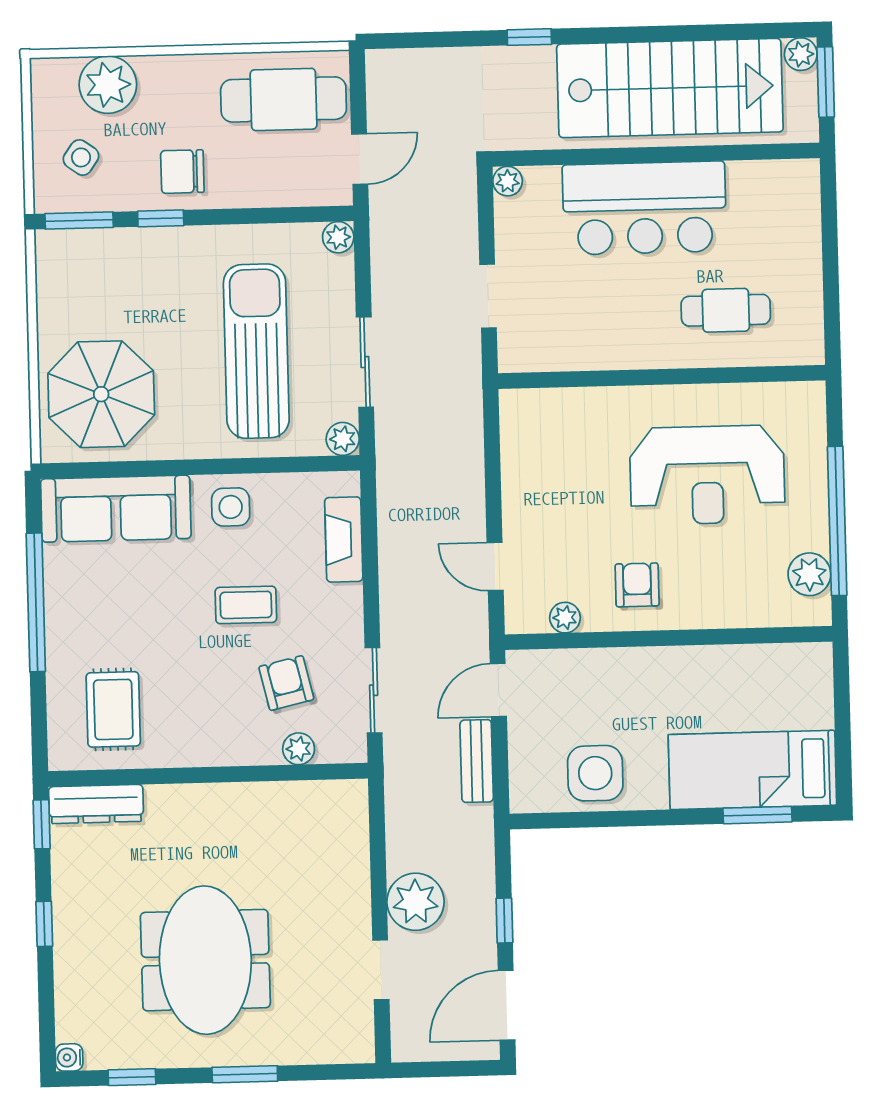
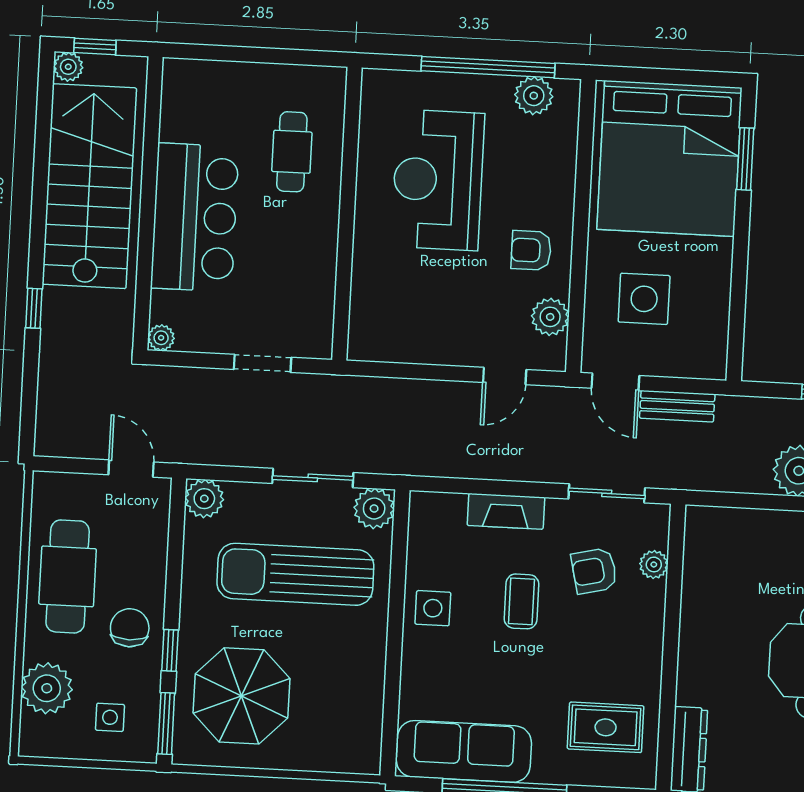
window: (826, 82) -> (95, 46), width x0.67
cafe table: (284, 99) -> (68, 576), moved
side table: (81, 157) -> (110, 717), turned -35
chair: (182, 172) -> (130, 628), turned 180
plant: (338, 237) -> (204, 499), width x1.38, depth x1.38
parasol: (101, 394) -> (241, 696), moved
plant: (343, 439) -> (374, 509), width x1.38, depth x1.38
reception desk: (707, 475) -> (438, 180), turned 180
sofa: (116, 509) -> (464, 751), moved, turned -90
fireplace: (344, 539) -> (506, 511), moved
plant: (565, 618) -> (550, 317), width x1.38, depth x1.38
bed: (752, 770) -> (670, 158), width x2.04
side table: (595, 773) -> (644, 299), moved

